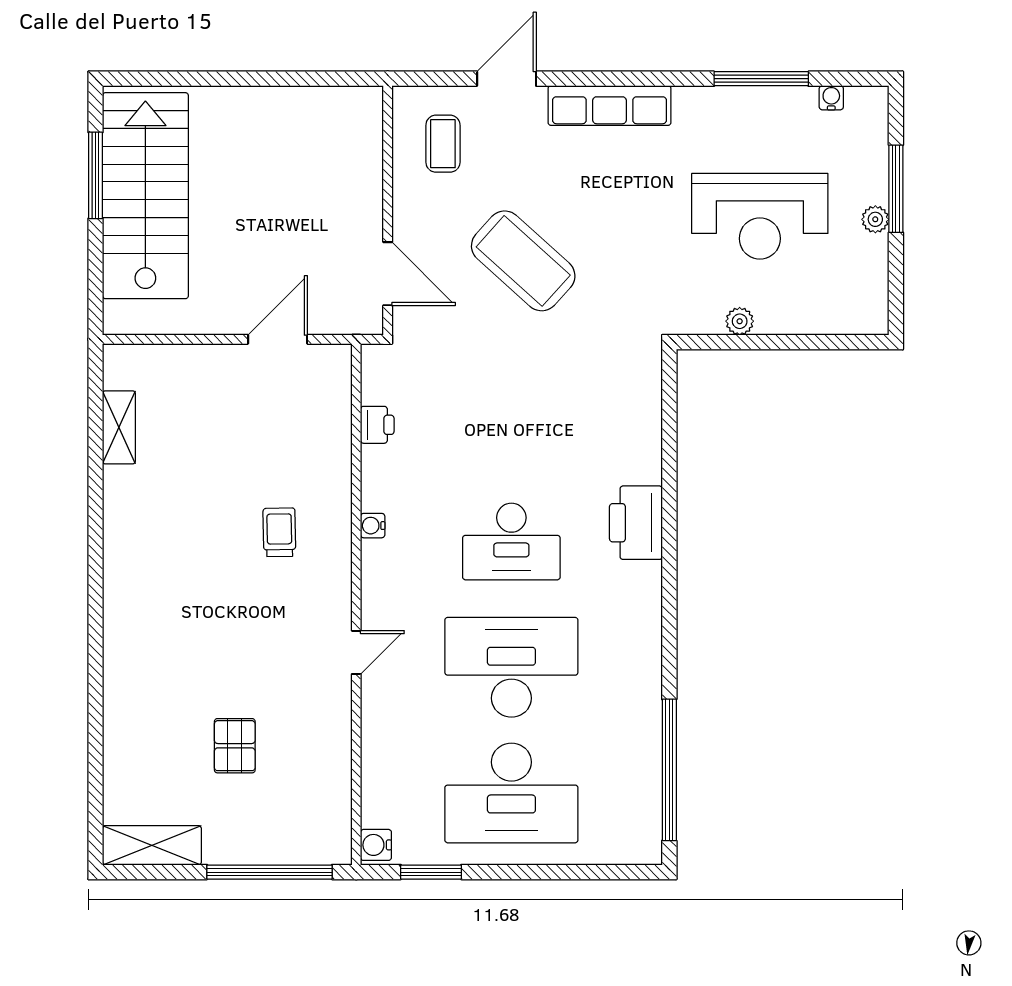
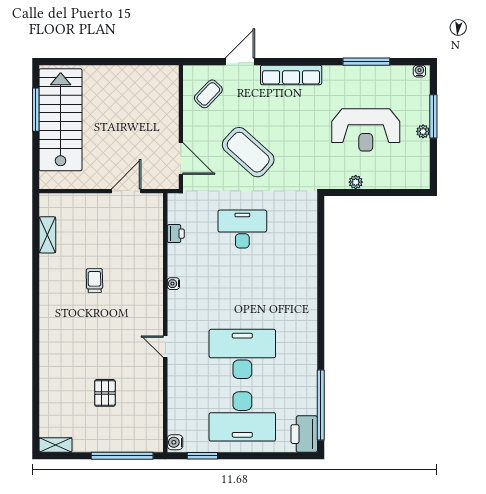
water cooler: (831, 98) -> (419, 71), moved
coffee table: (443, 144) -> (208, 94), turned 44
printer: (636, 523) -> (304, 434), moved
trolley: (279, 532) -> (94, 280), moved
desk: (511, 541) -> (242, 229), moved, turned 180
door: (356, 652) -> (165, 347), swing flipped
shelving: (152, 845) -> (56, 445), width x0.67, depth x0.75

